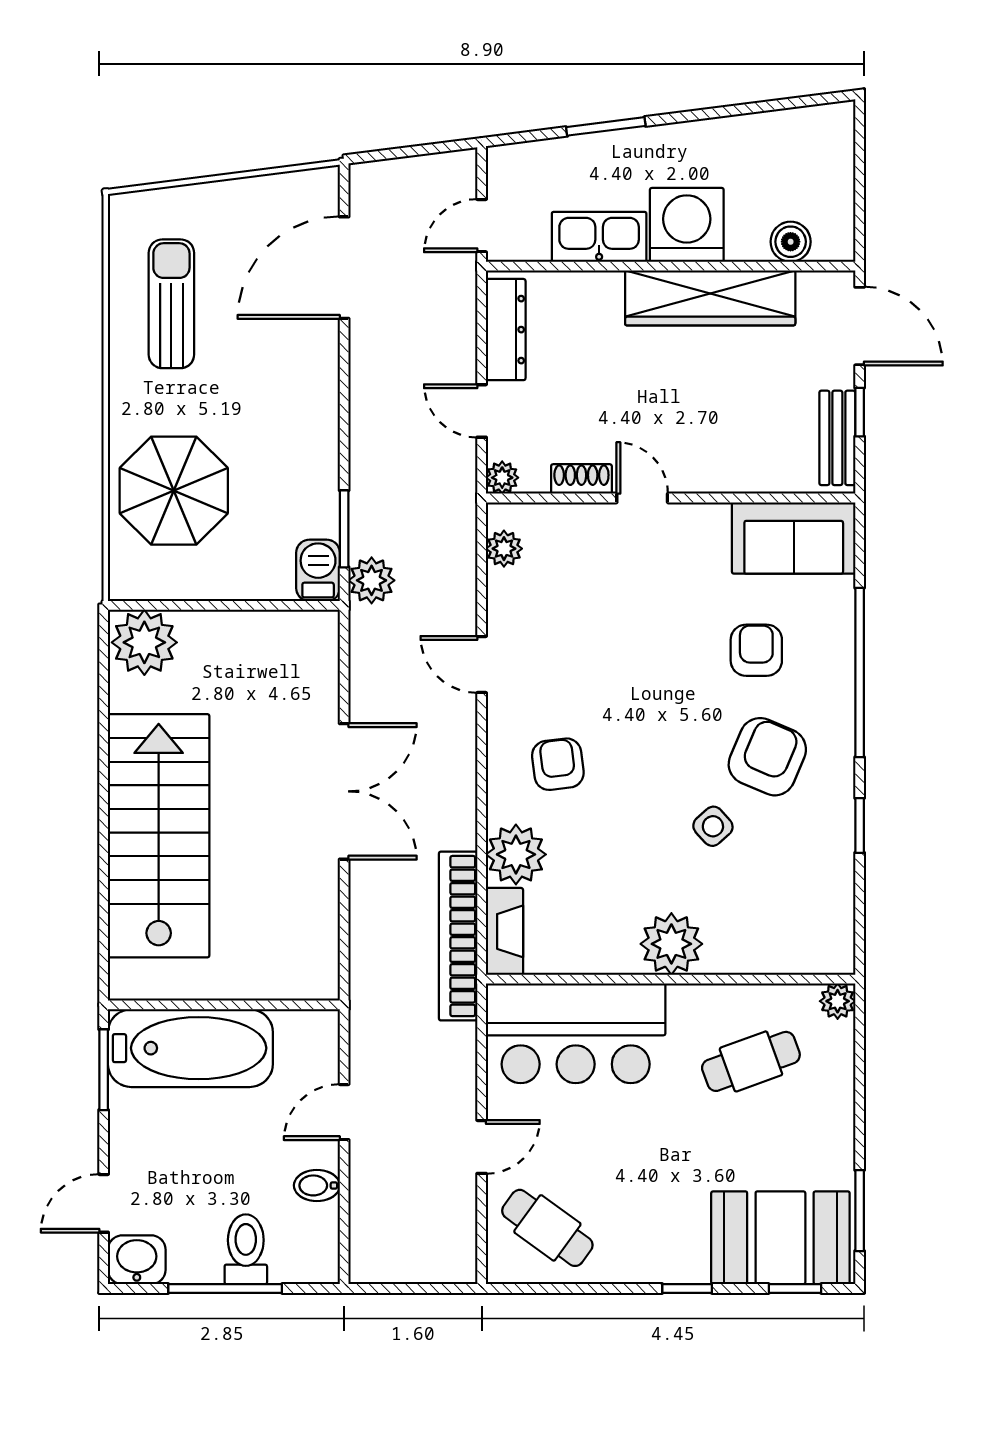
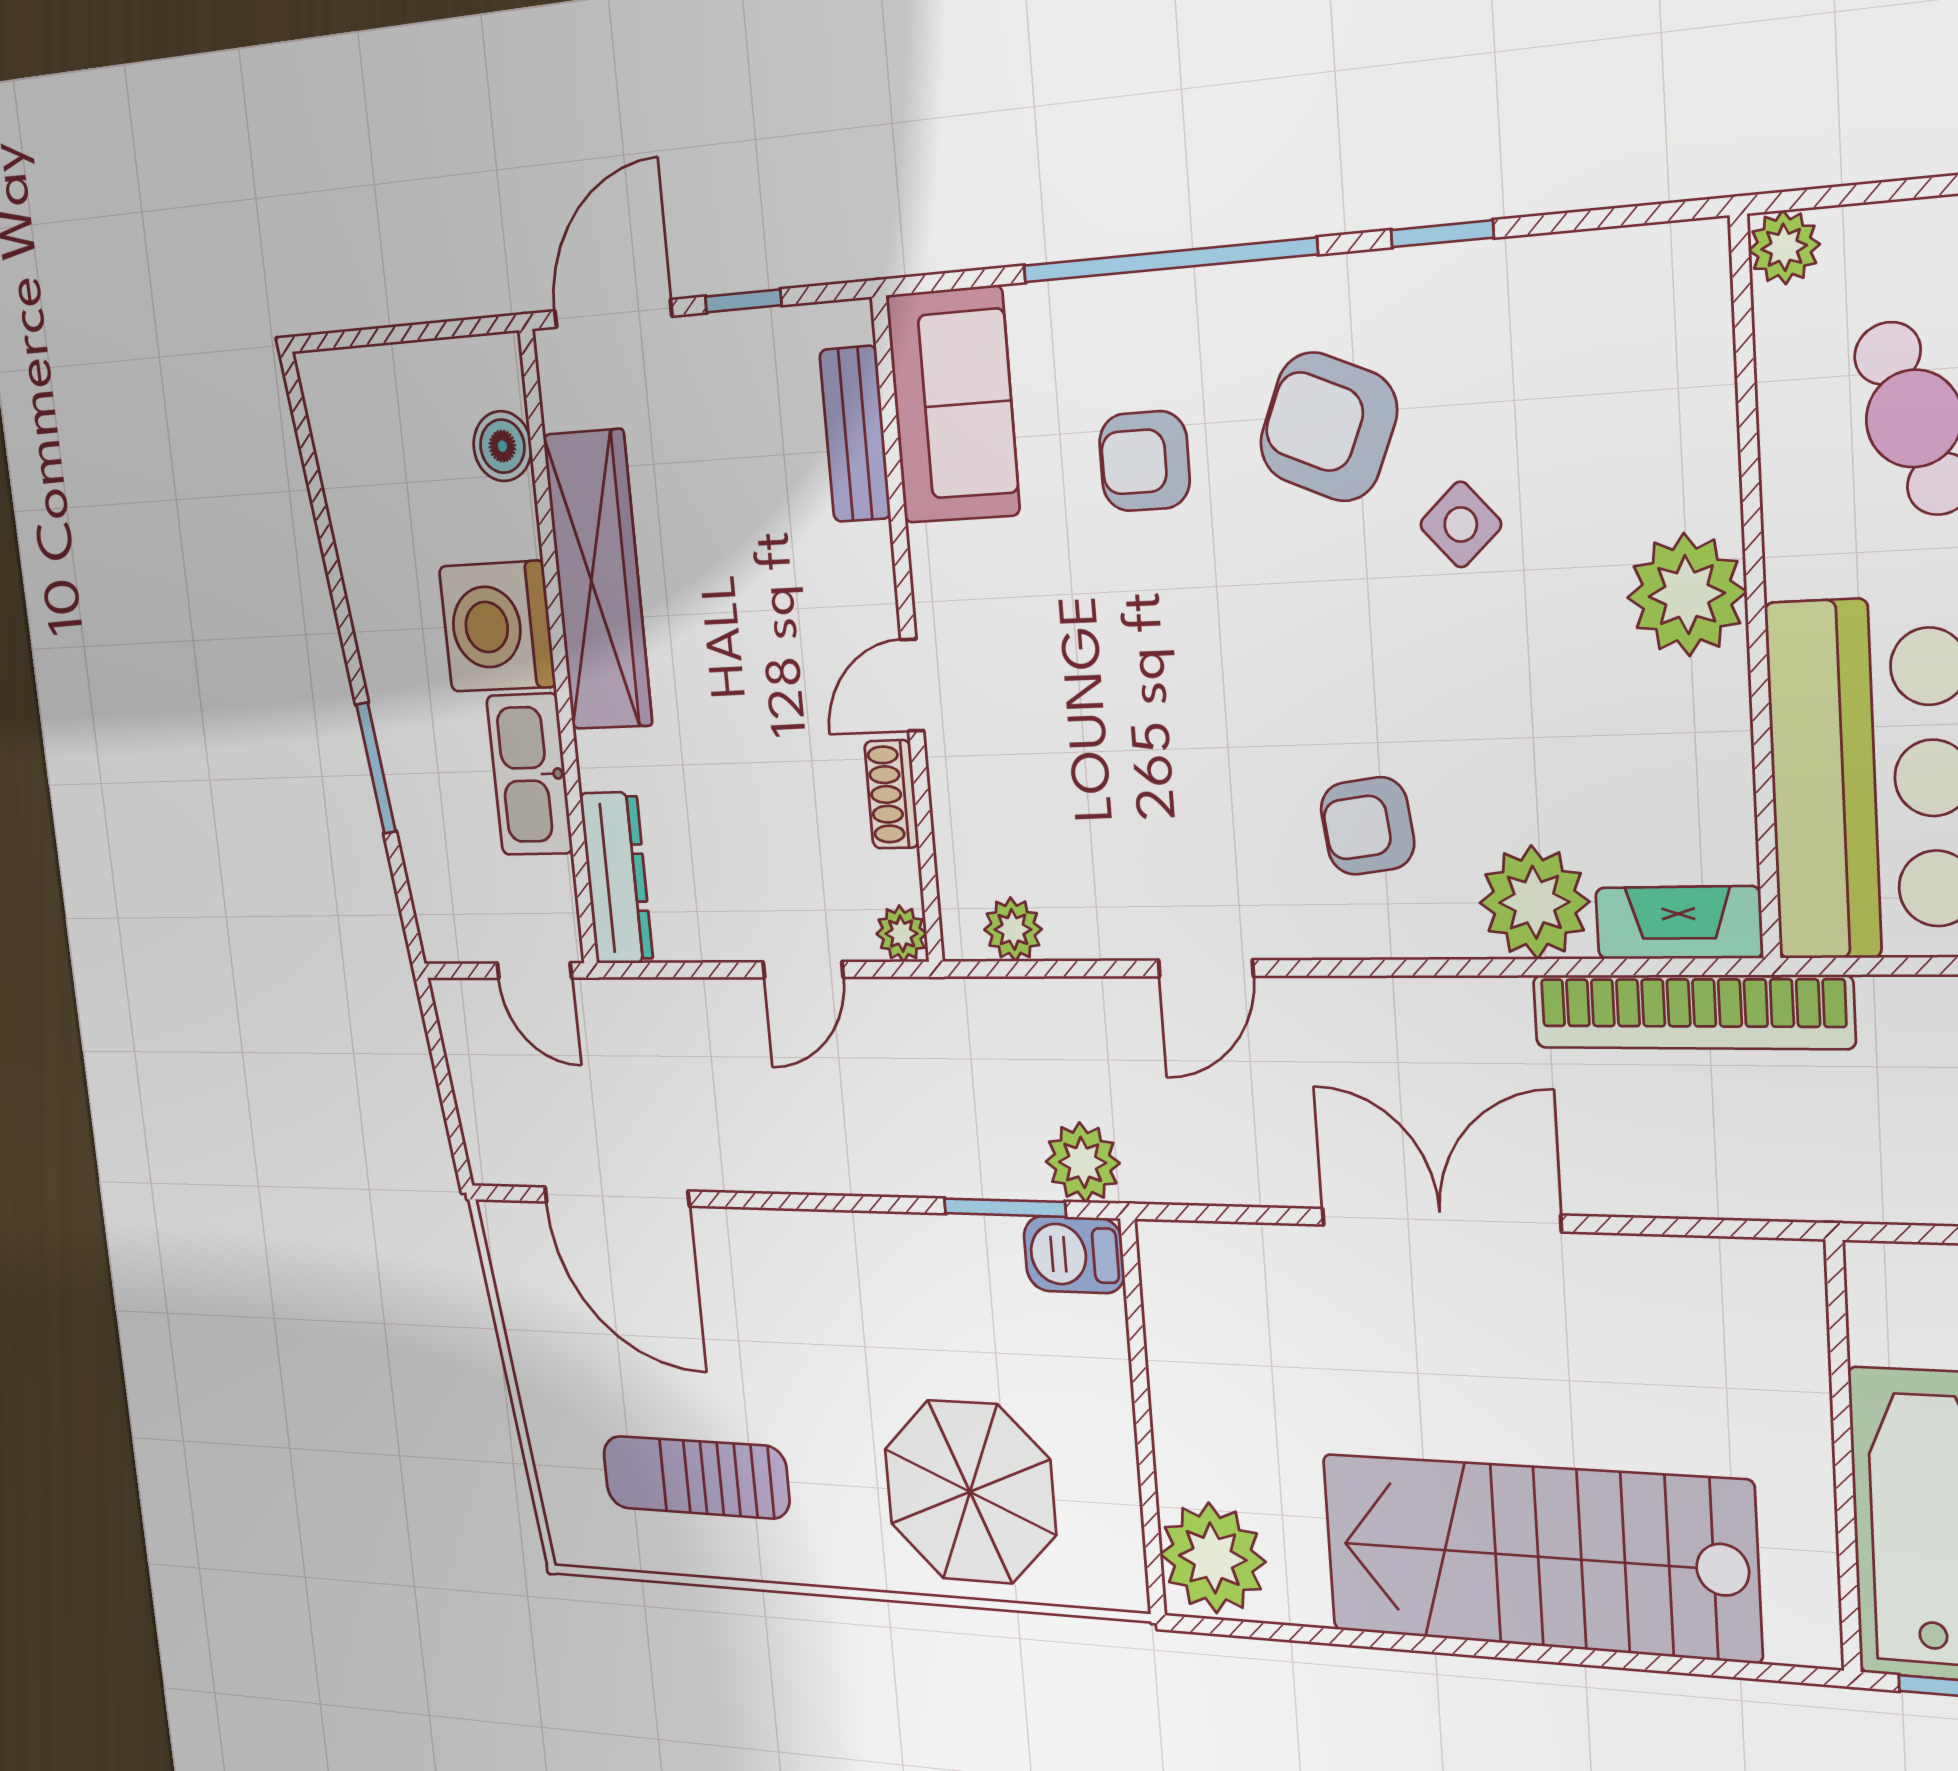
dresser: (506, 330) -> (616, 878), moved, turned 90
bench: (837, 438) -> (855, 434), moved, turned 90

